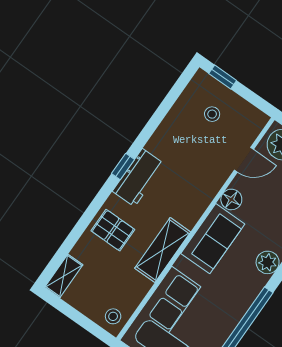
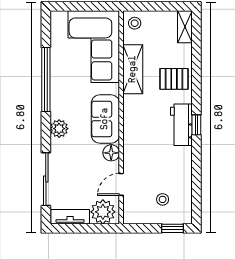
shelving: (163, 250) -> (133, 69), moved

